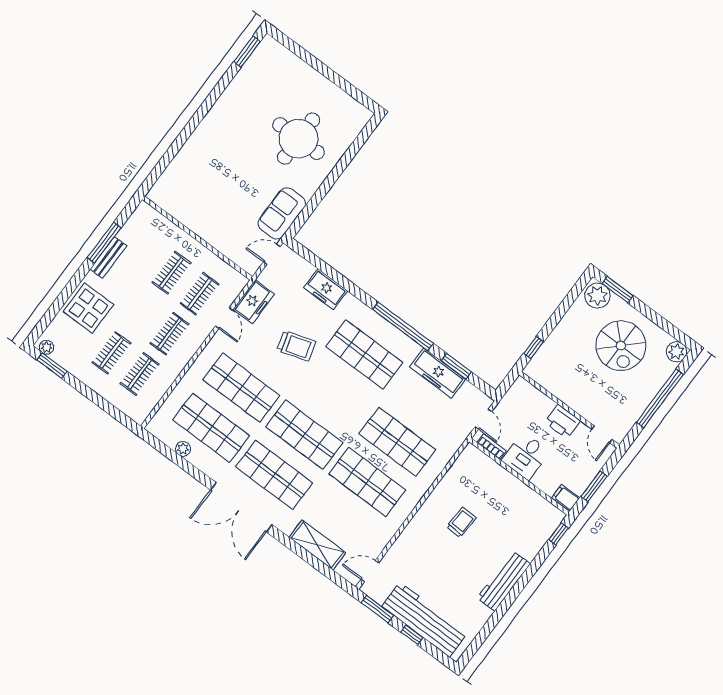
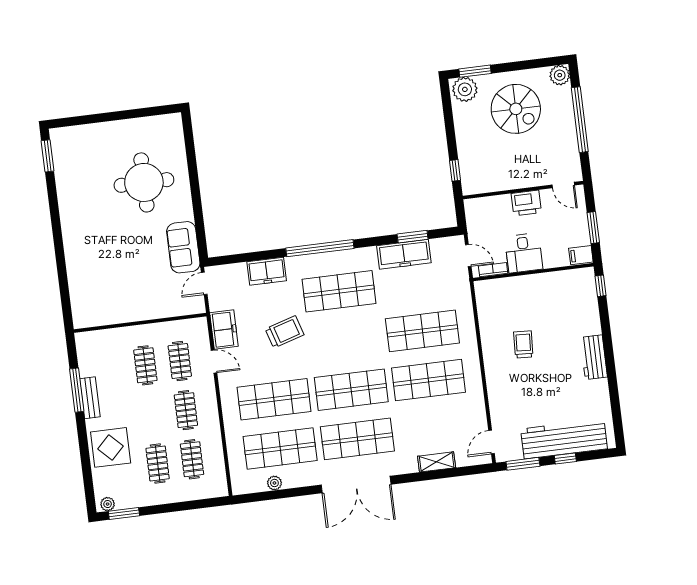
window: (403, 326) -> (320, 248), moved
shelving: (317, 545) -> (437, 462), width x0.67, depth x0.75
workbench: (504, 581) -> (594, 357), width x0.73

